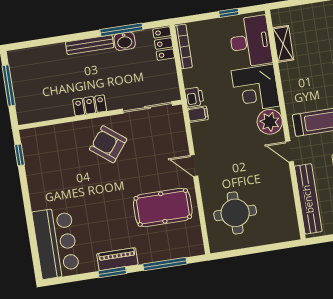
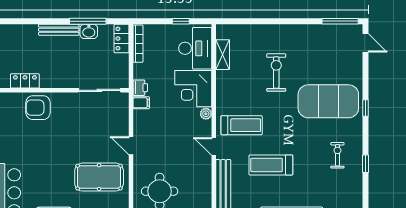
locker: (90, 105) -> (25, 81), moved
plant: (270, 122) -> (206, 114), width x0.53, depth x0.53
armchair: (108, 144) -> (38, 108), moved, turned -38

